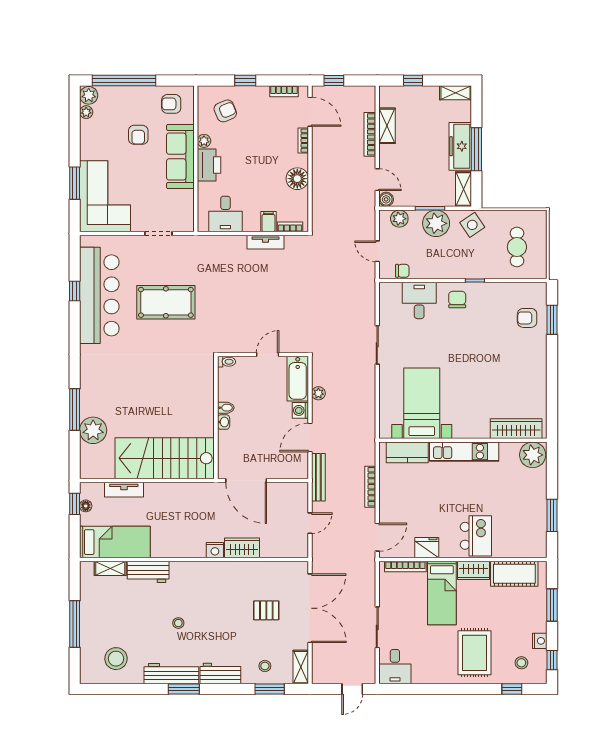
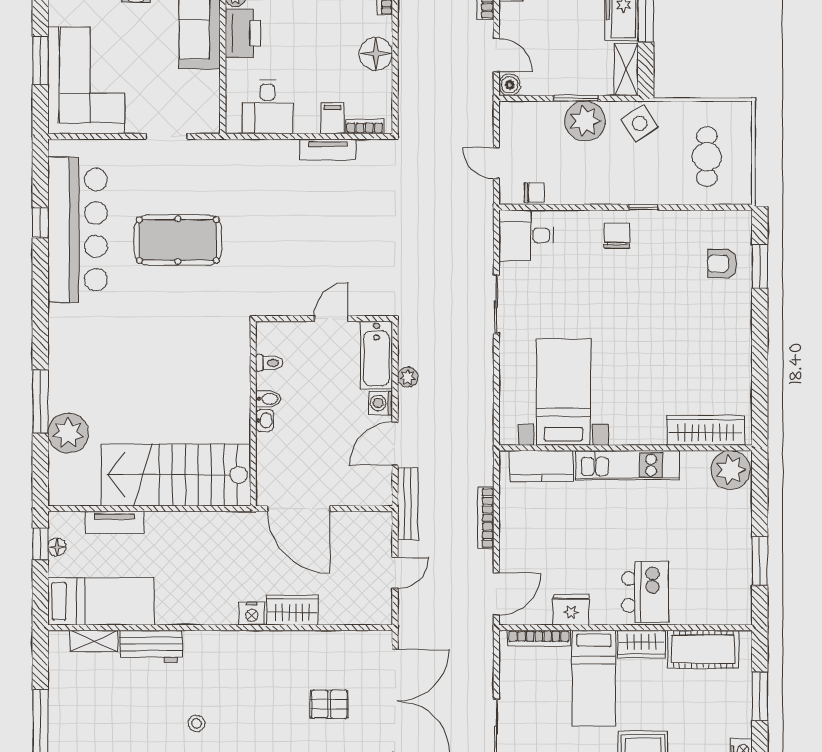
plant: (399, 219) -> (530, 114), removed
desk: (419, 300) -> (526, 235), moved, turned -90
toilet: (226, 362) -> (269, 363), moved

